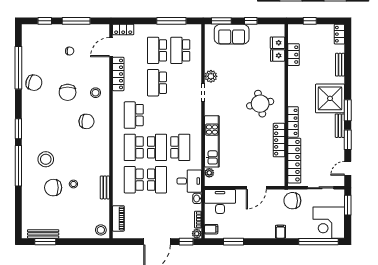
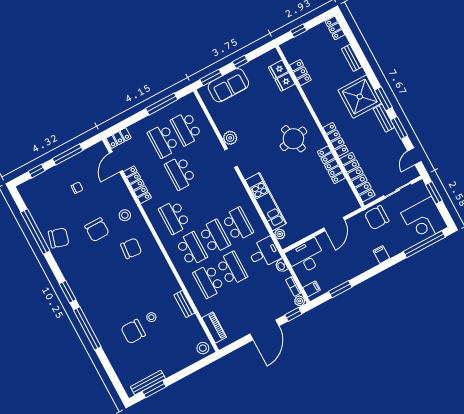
school desk: (134, 147) -> (192, 249), turned 180
stool: (46, 159) -> (111, 307), removed

